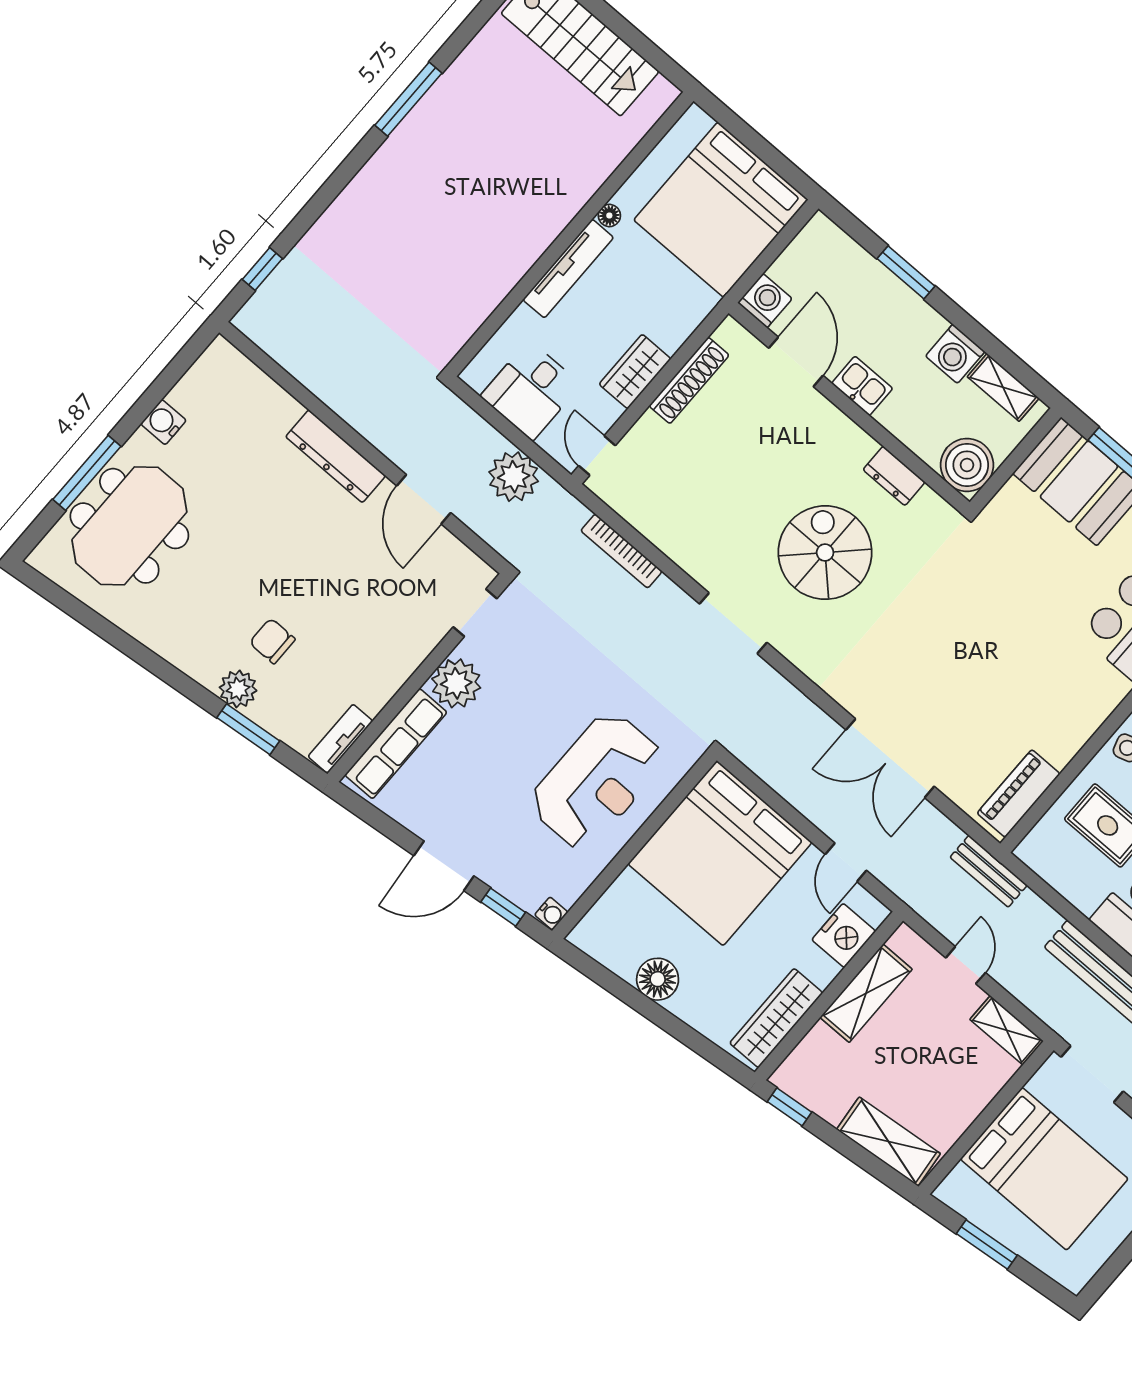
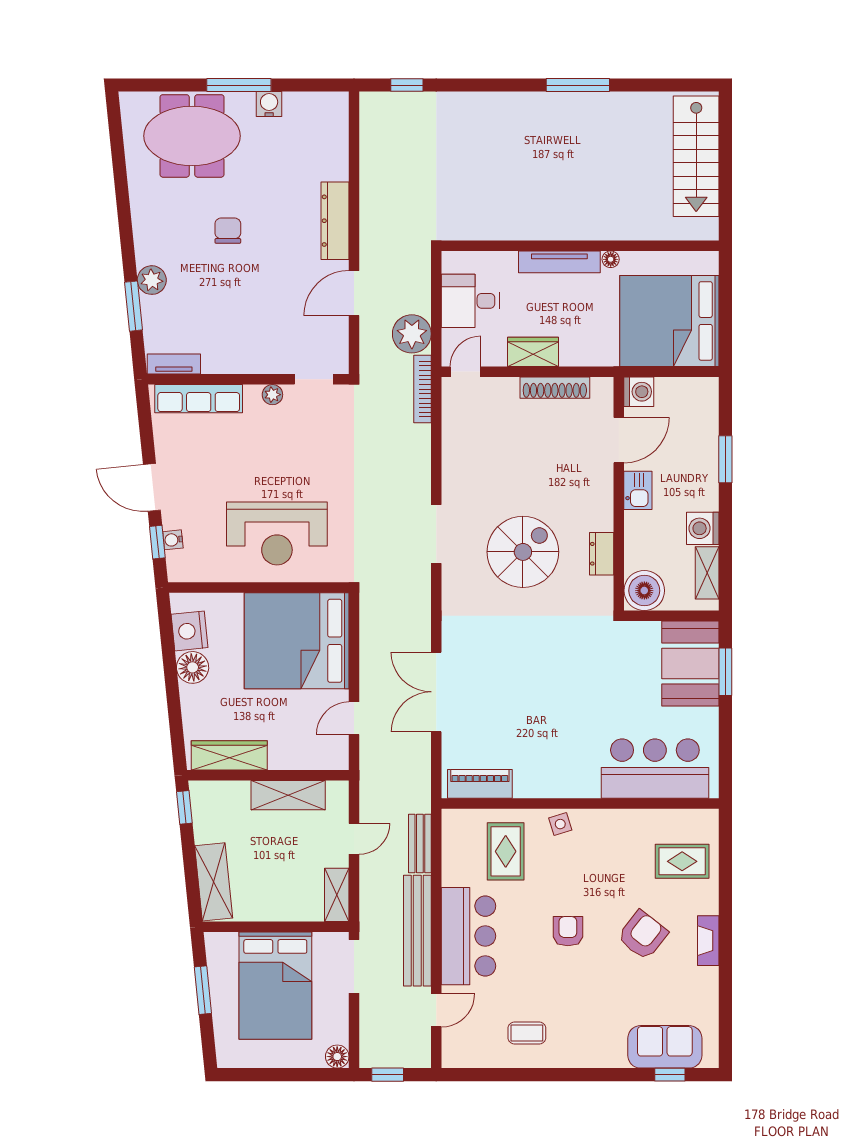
window: (87, 473) -> (239, 85), moved
bookcase: (621, 551) -> (422, 389), moved
chair: (272, 641) -> (228, 231), moved
plant: (456, 683) -> (272, 395), width x0.53, depth x0.53
bench: (989, 871) -> (420, 844), moved
water cooler: (551, 914) -> (173, 540), moved, turned 84
nightstand: (844, 936) -> (190, 631), moved, turned 84

